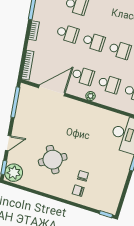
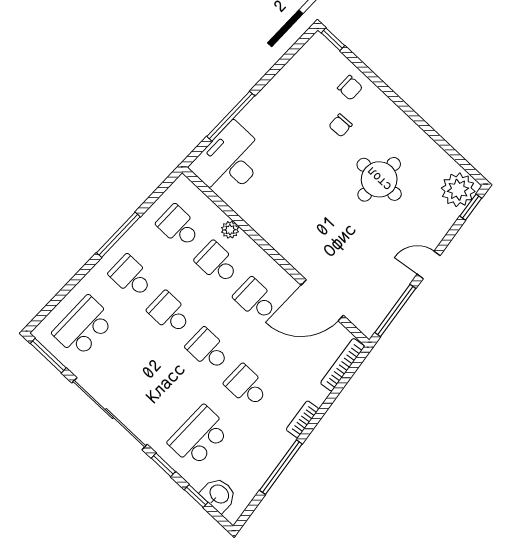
plant: (91, 96) -> (230, 230), moved
door: (8, 143) -> (429, 265), moved
round table: (53, 160) -> (379, 179), turned 31
chair: (78, 191) -> (350, 88), moved

